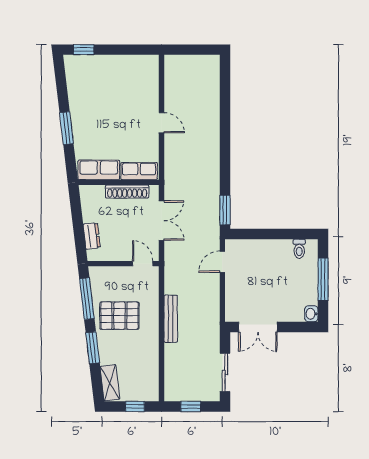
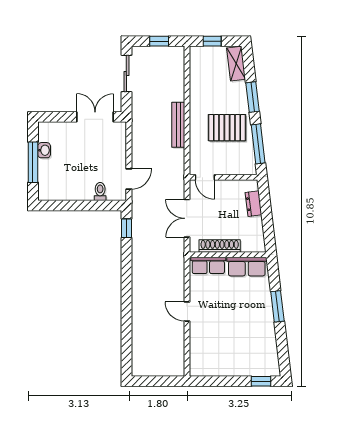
window: (225, 210) -> (126, 228), width x0.67
toilet: (299, 249) -> (100, 191), moved
washbasin: (311, 314) -> (44, 150), moved

